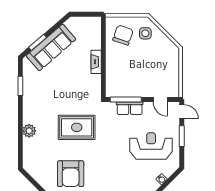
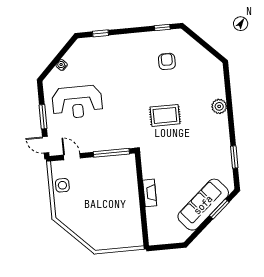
side table: (145, 33) -> (62, 185), moved
chair: (123, 35) -> (122, 227), removed
row of seats: (130, 108) -> (106, 143), removed
rug: (77, 127) -> (165, 115), width x0.73, depth x0.70
armchair: (71, 174) -> (167, 61), width x0.53, depth x0.53

